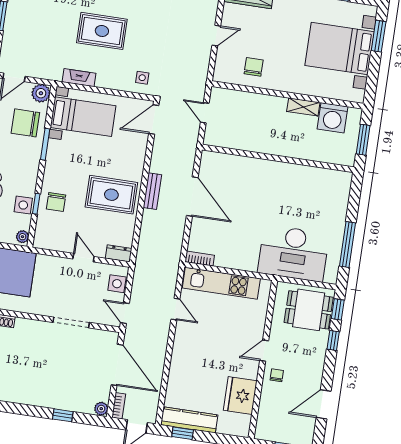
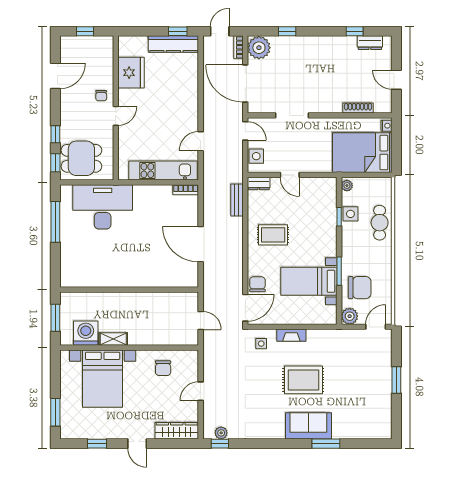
bed with nightstands: (340, 49) -> (103, 379), moved, turned 90
fireplace: (79, 78) -> (291, 335), moved
bed with nightstands: (83, 117) -> (309, 281), moved
bench: (152, 191) -> (237, 200), moved
rug: (111, 195) -> (273, 235), width x0.73, depth x0.70
chair: (56, 202) -> (257, 284), moved
door: (175, 309) -> (201, 141), hinge flipped
plant: (101, 409) -> (259, 48), width x1.88, depth x1.88

